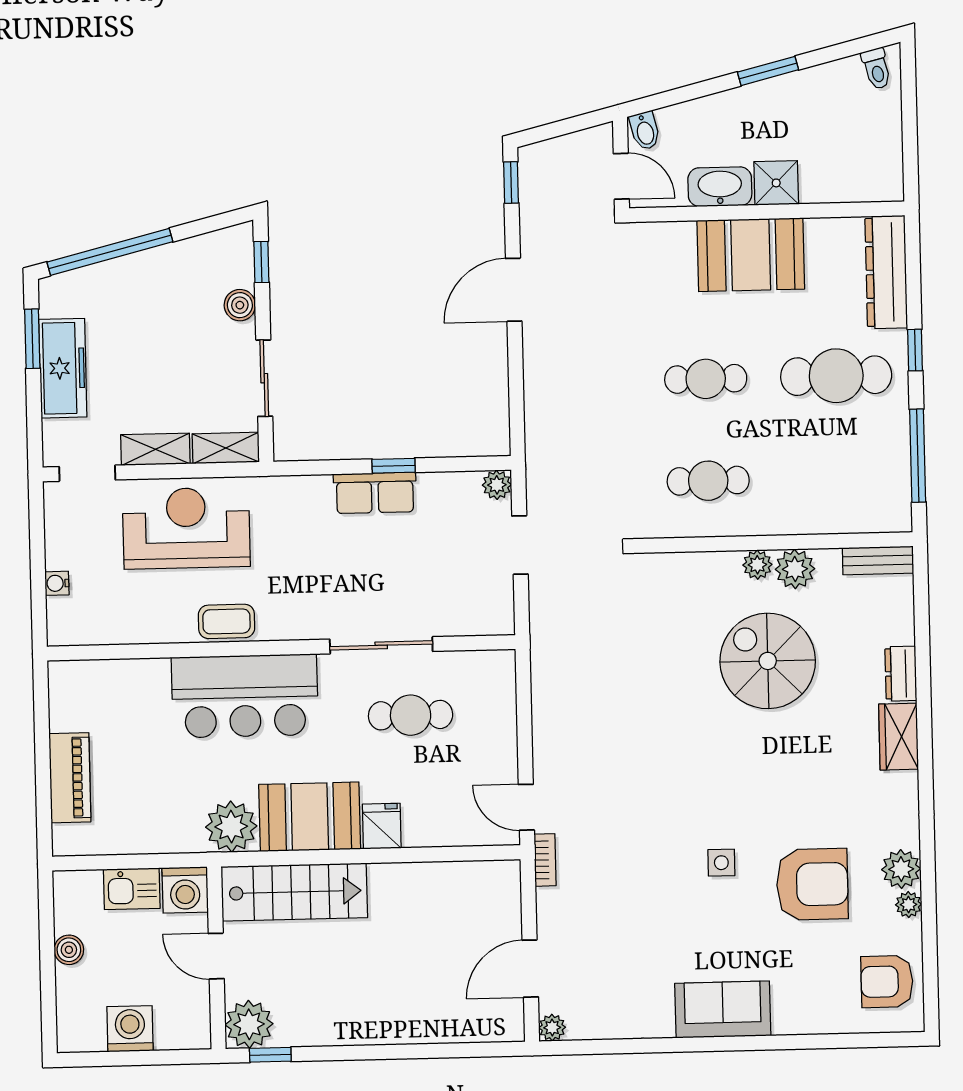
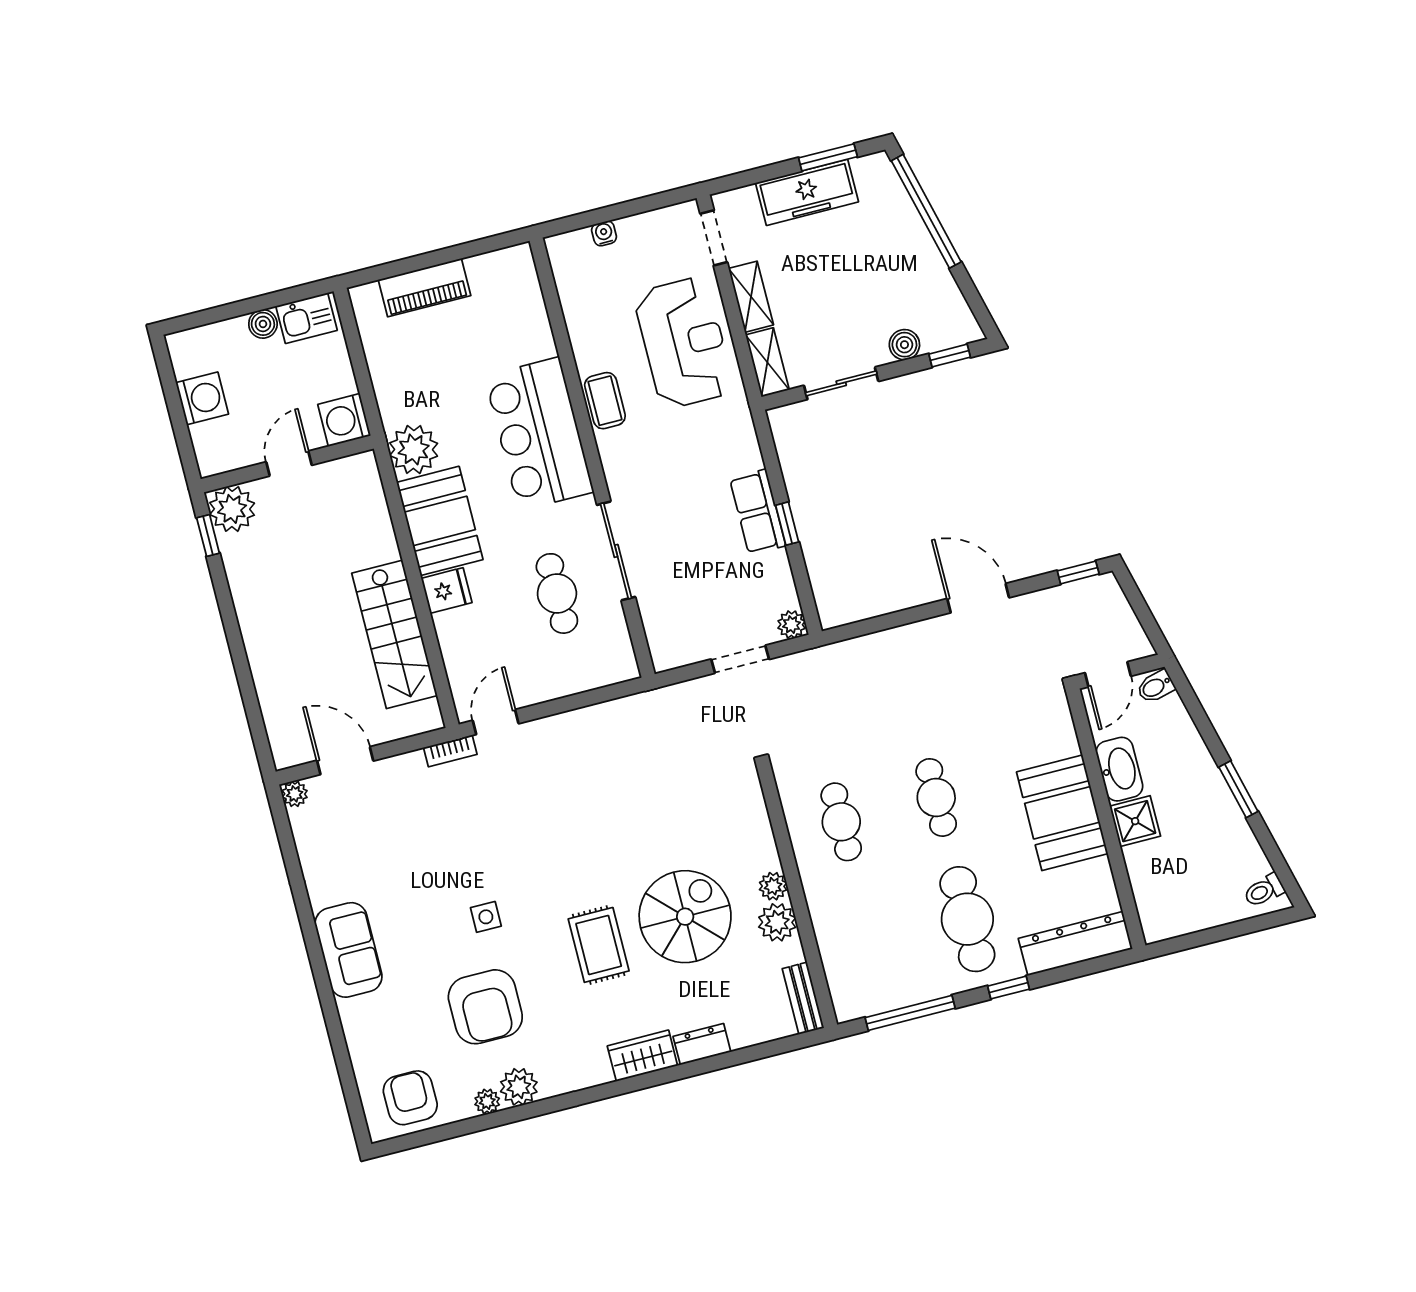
rug: (776, 755) -> (599, 945), added
kitchen sink: (132, 889) -> (307, 318), moved, turned -90
stairs: (294, 892) -> (395, 634), moved

